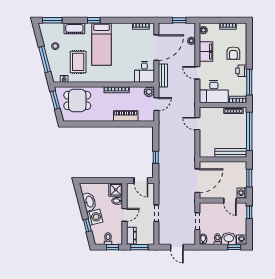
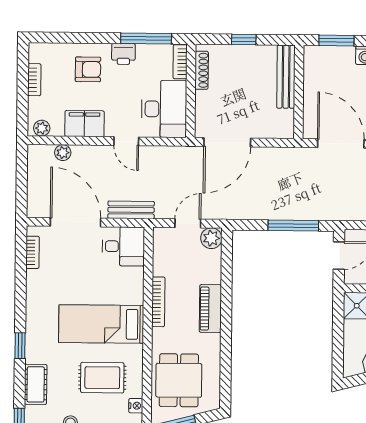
window: (179, 20) -> (22, 176), removed
bed: (101, 44) -> (101, 324), moved, turned 180
door: (197, 73) -> (126, 141), hinge flipped
plant: (149, 92) -> (211, 238), moved
door: (156, 104) -> (188, 223), hinge flipped
piano: (126, 116) -> (210, 309), moved
door: (197, 124) -> (227, 142), width x1.88
window: (249, 131) -> (244, 40), width x0.32
window: (156, 157) -> (293, 225), width x2.17

